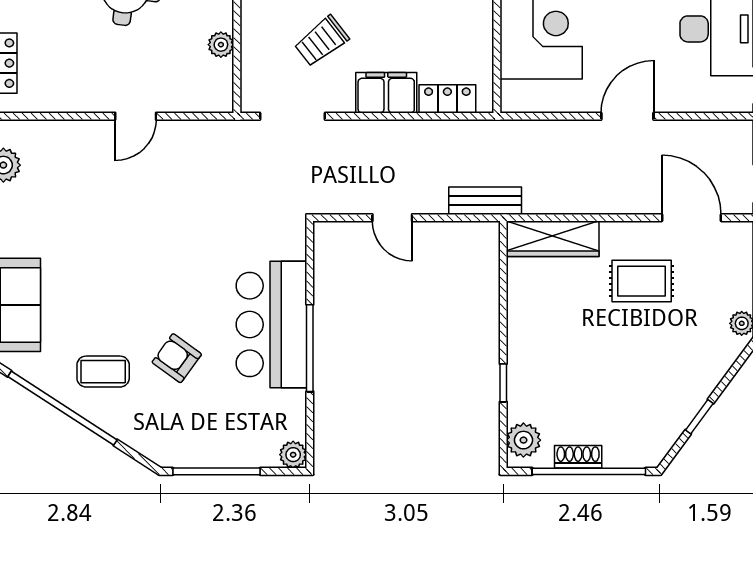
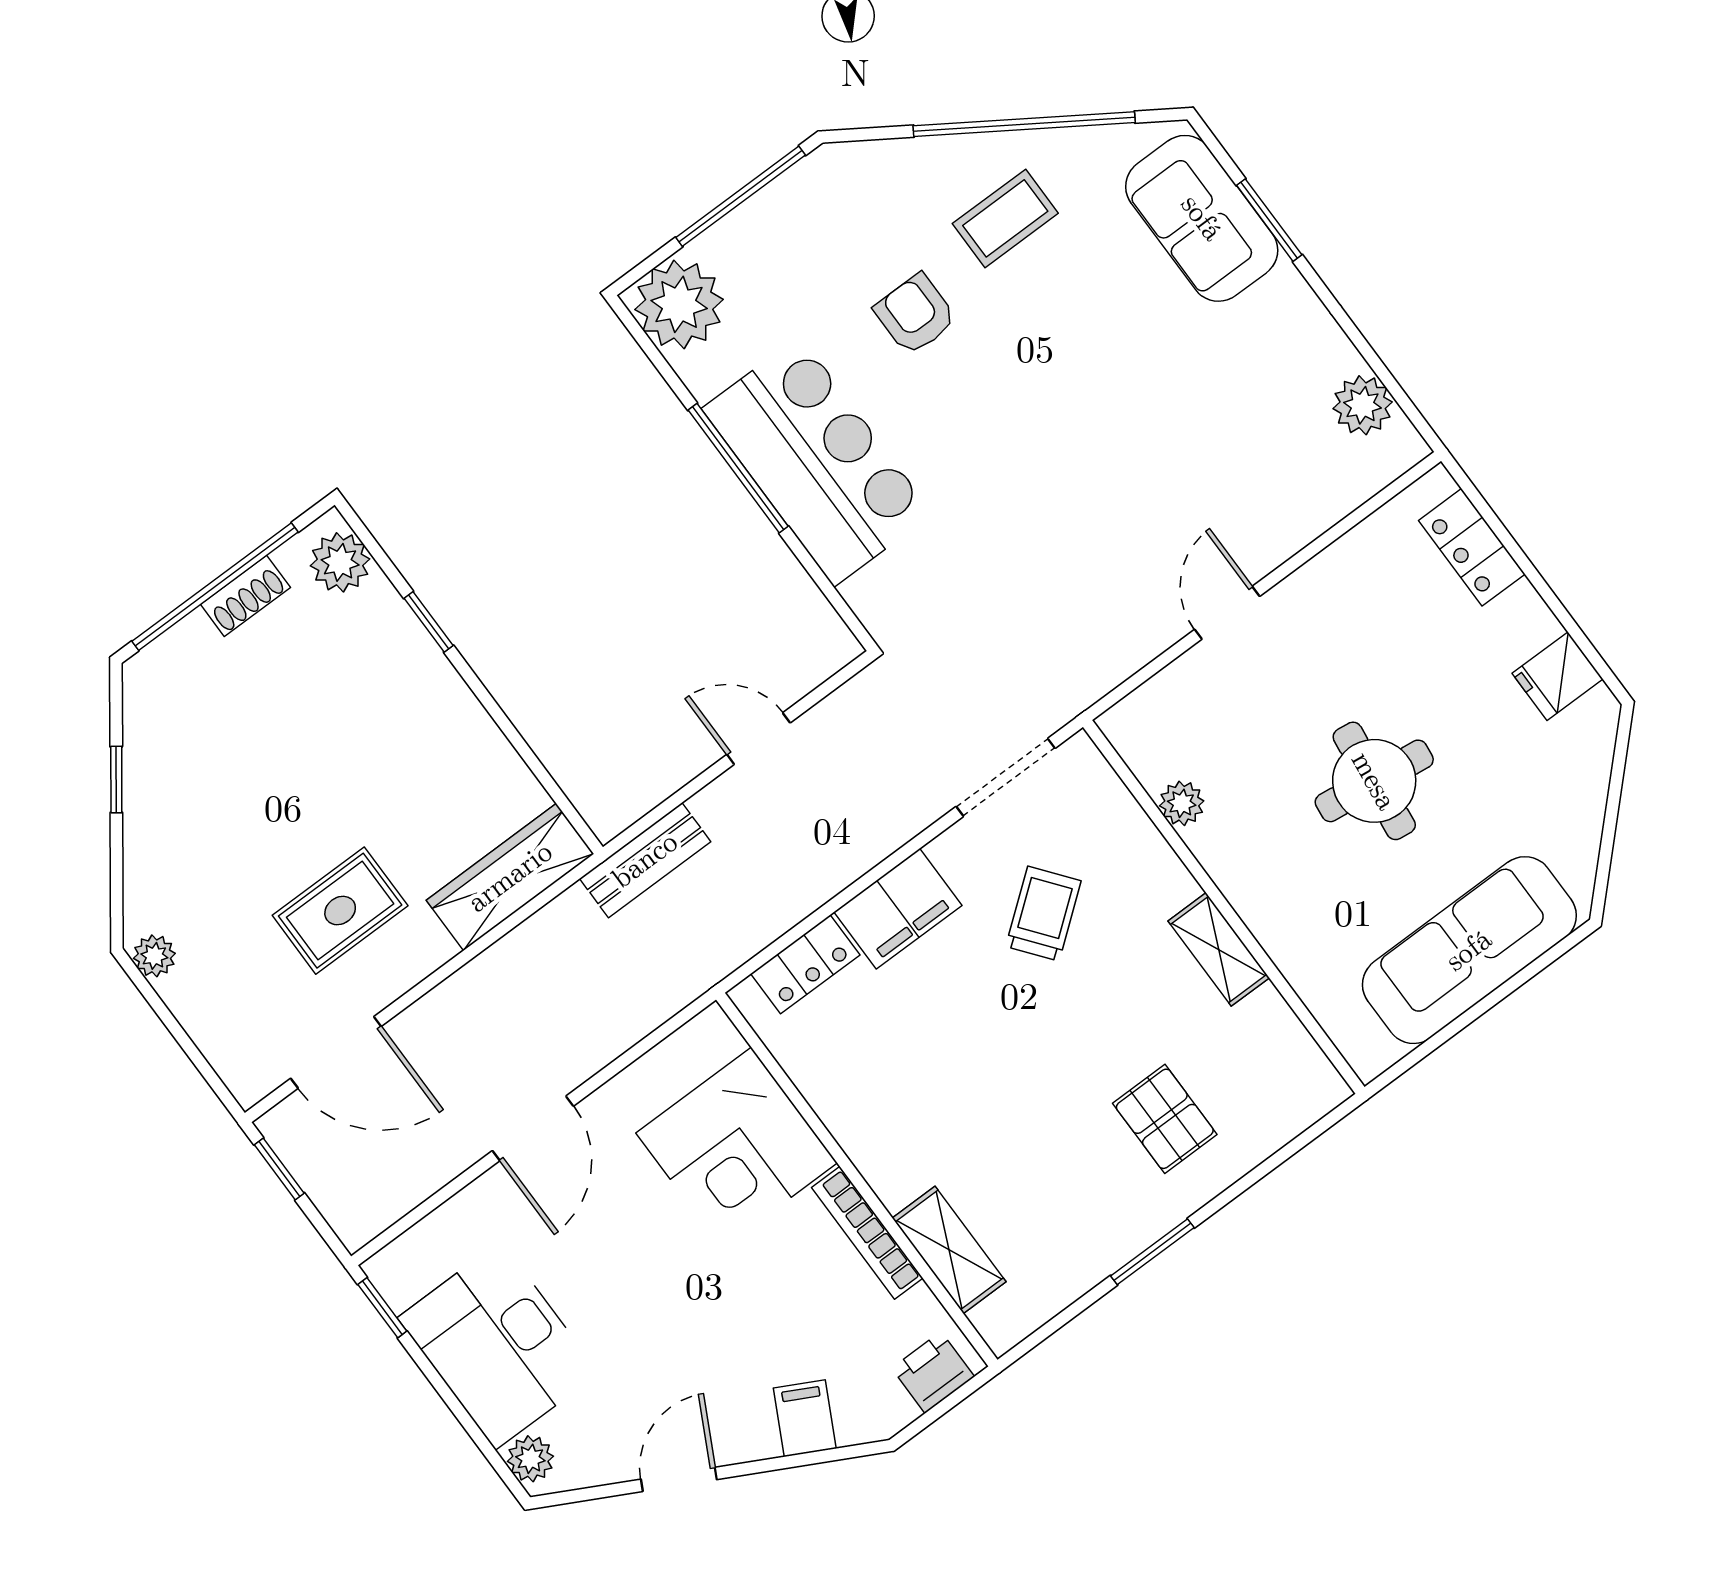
armchair: (177, 358) -> (915, 314), turned -126
plant: (293, 455) -> (679, 304), width x1.87, depth x1.87

